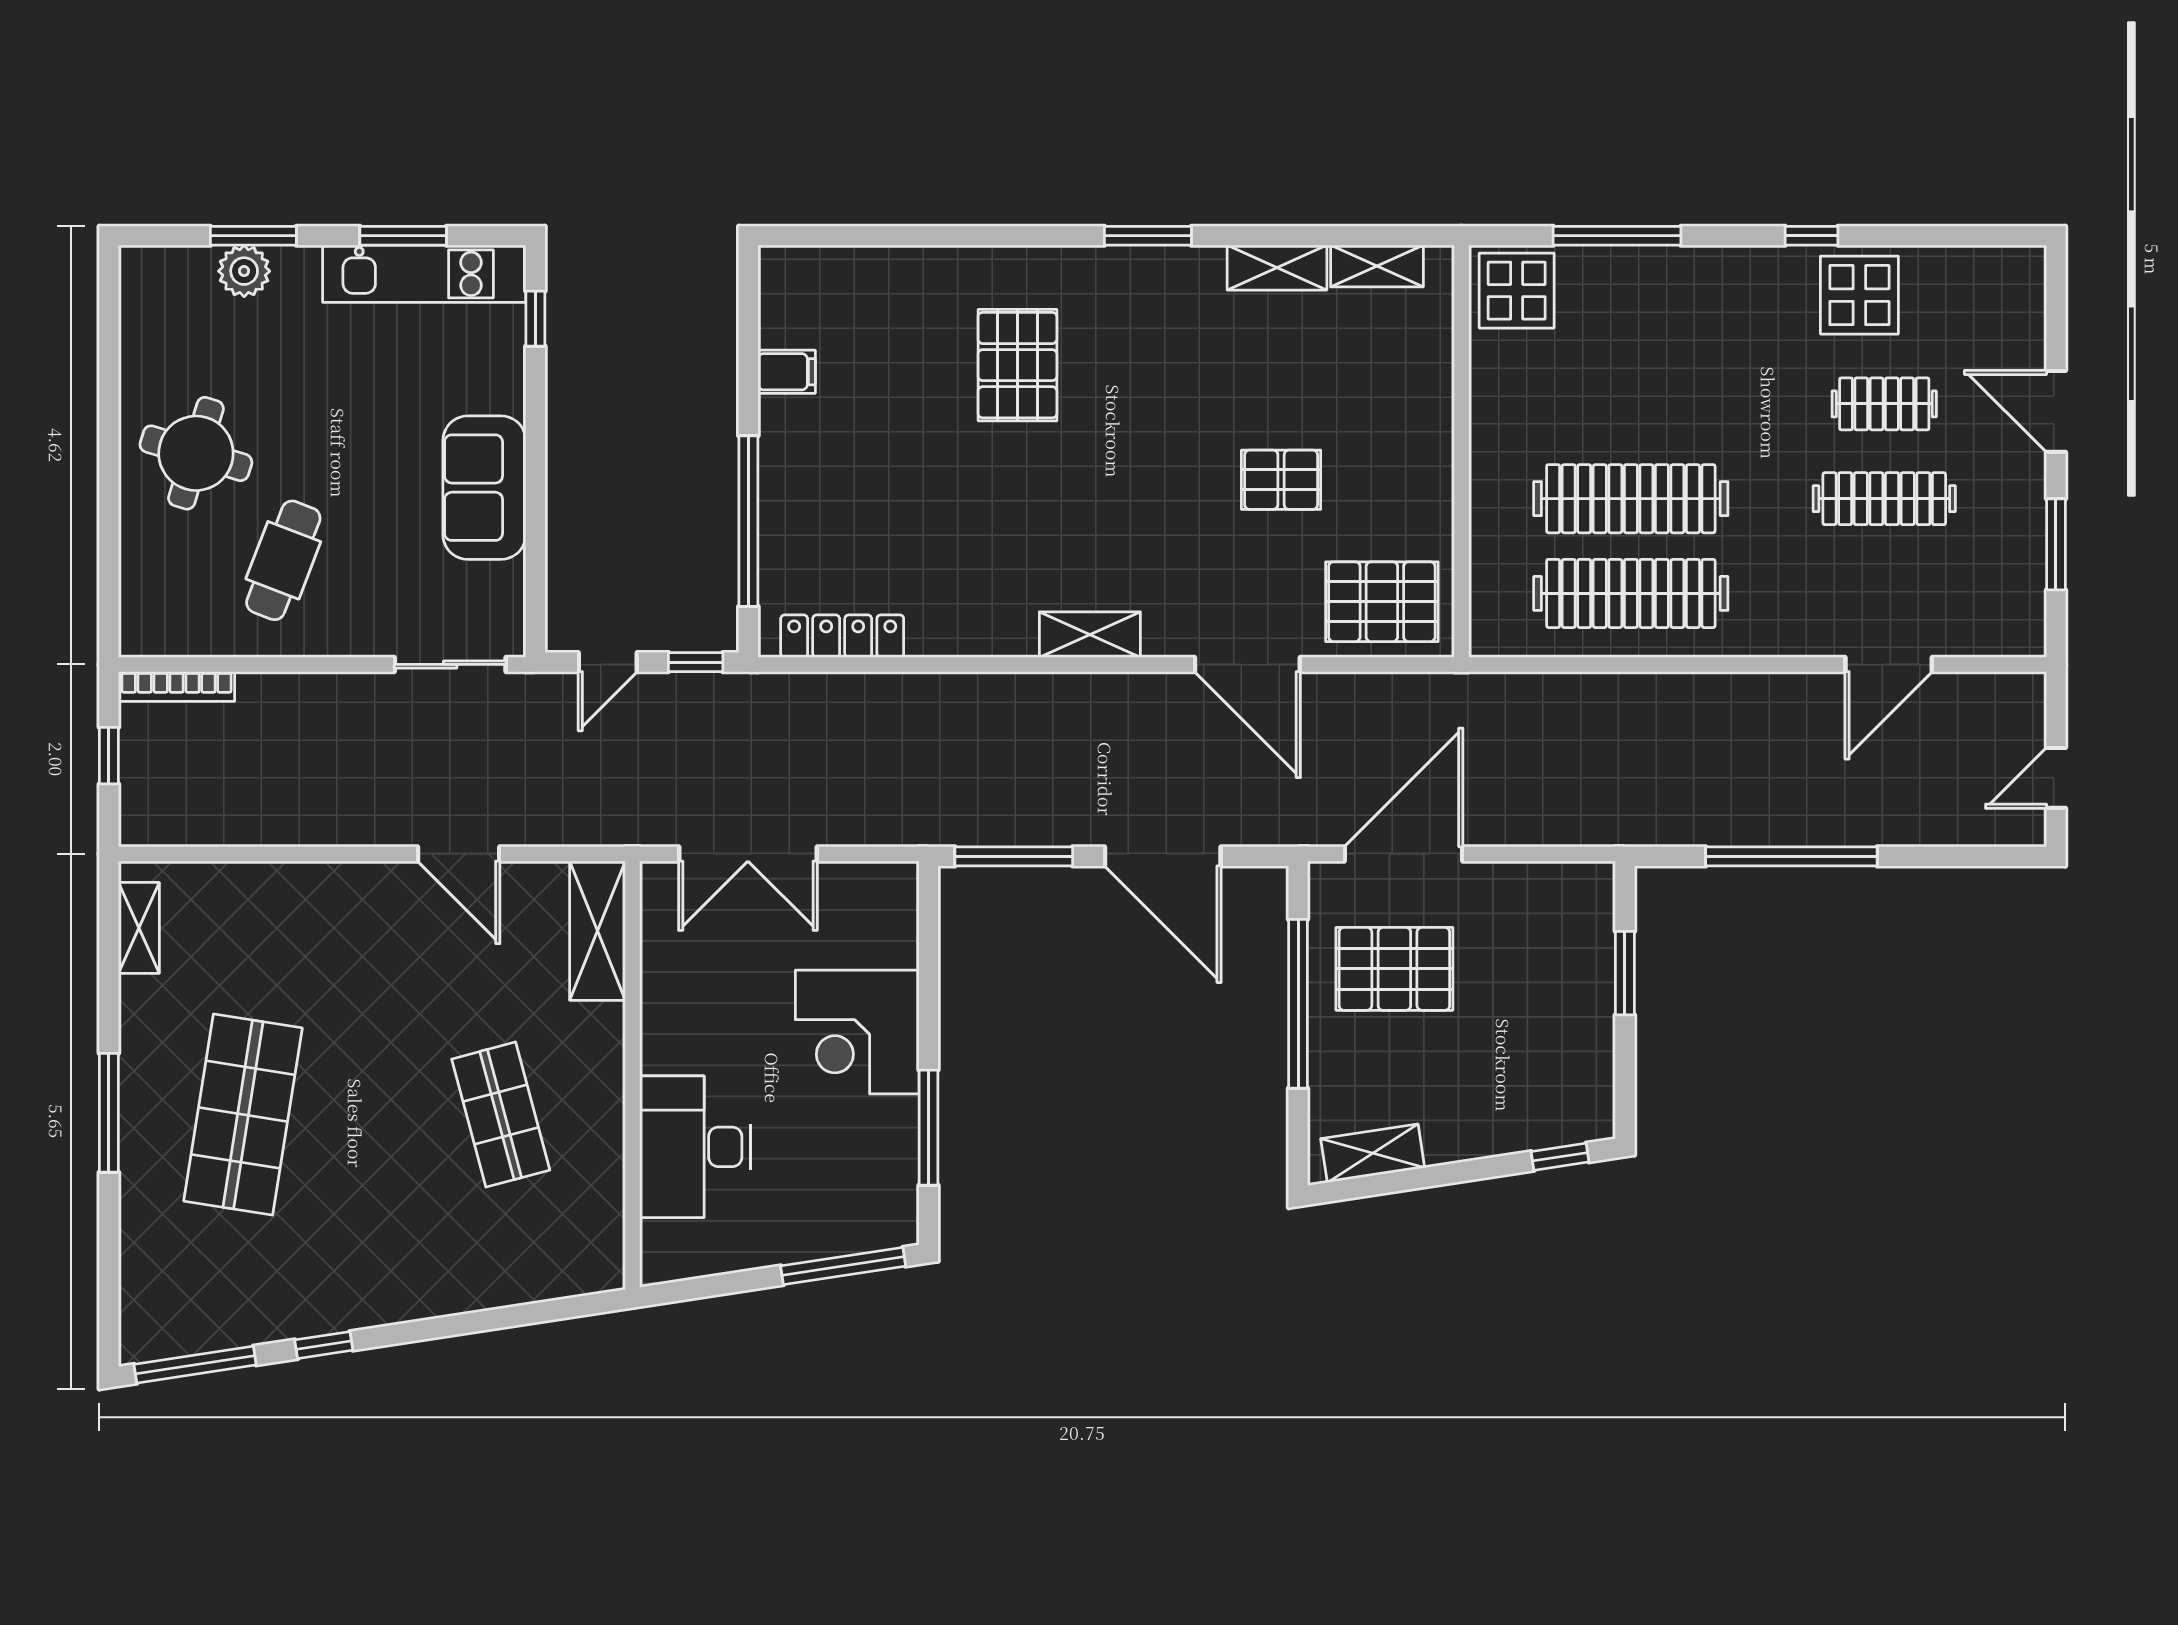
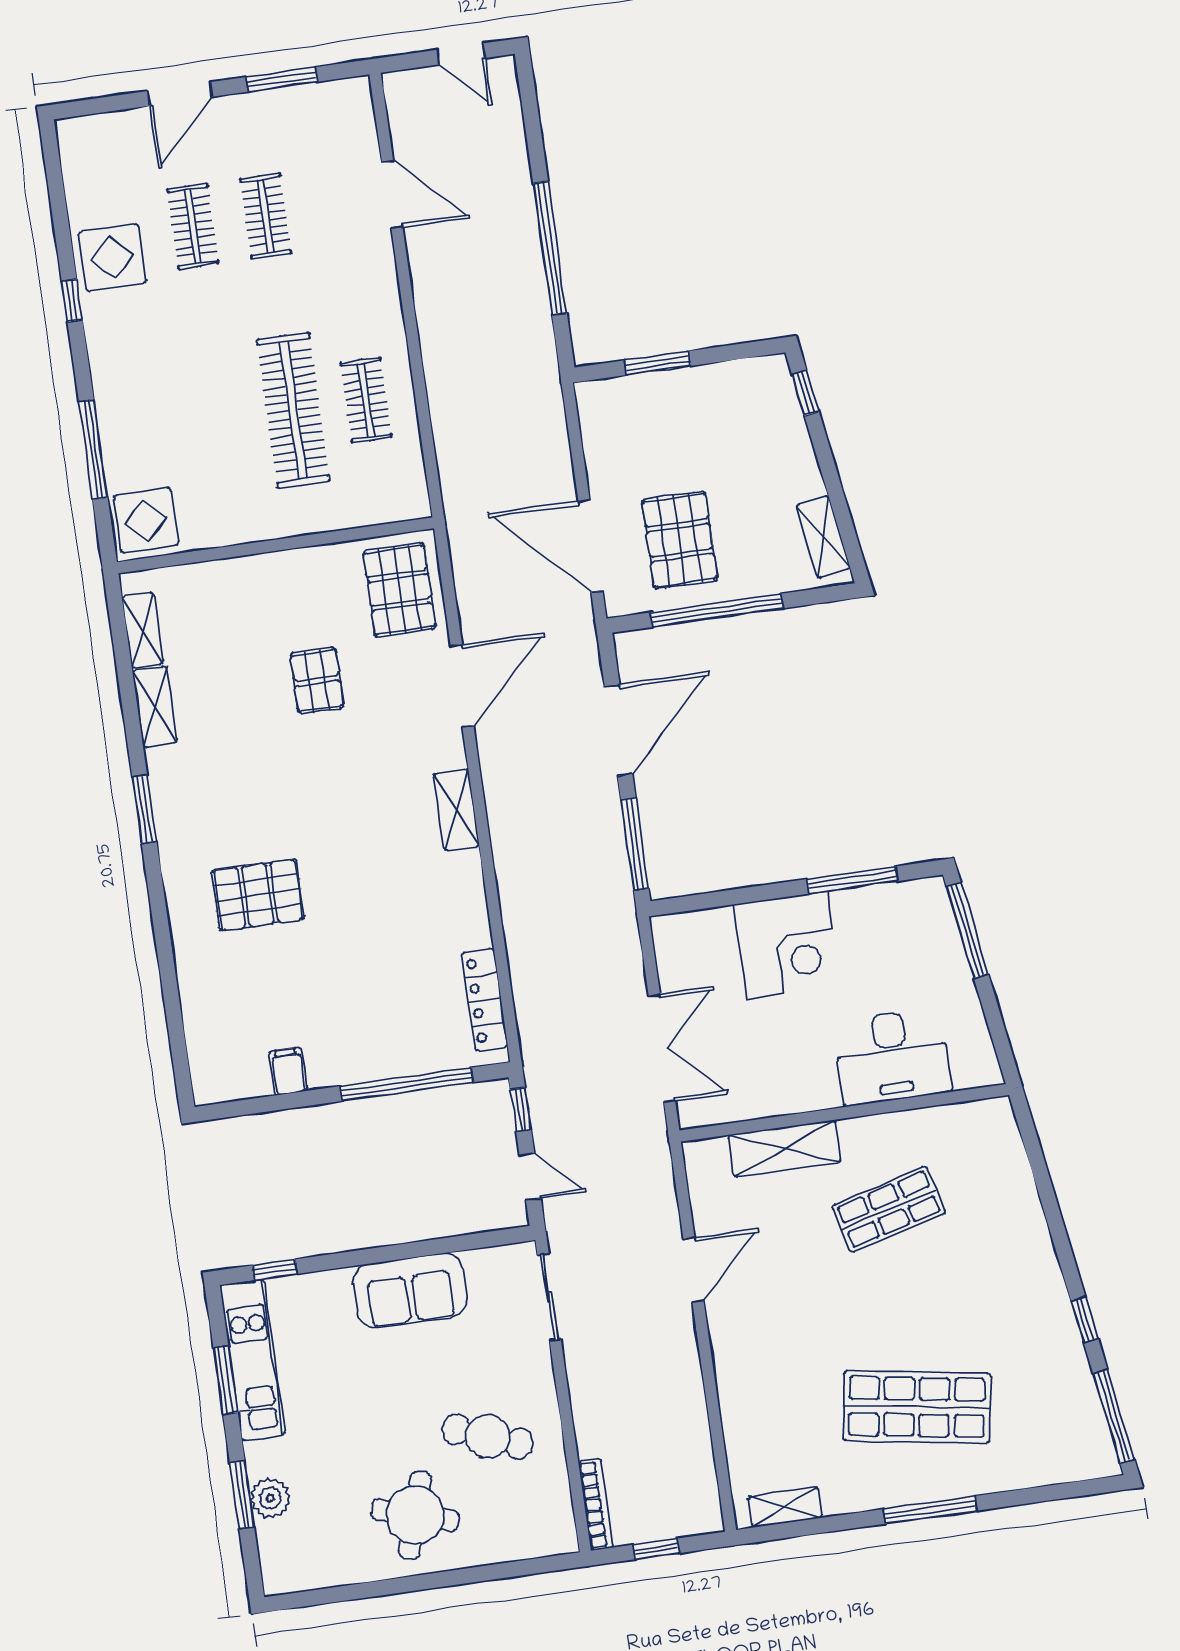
clothes rail: (1884, 499) -> (266, 216), width x0.73
clothes rail: (1631, 593) -> (366, 400), width x0.54, depth x0.76
shelving: (597, 931) -> (785, 1149), moved

